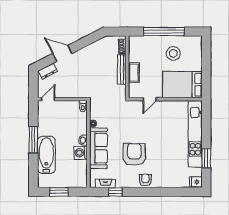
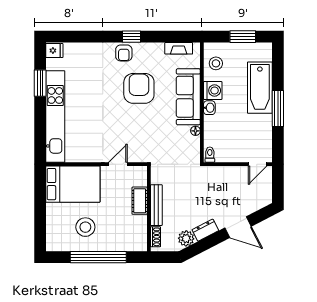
plant: (100, 45) -> (186, 238), added
dresser: (48, 71) -> (205, 230), moved
armchair: (134, 154) -> (139, 88), turned 180
stool: (78, 172) -> (216, 63), added
window: (115, 192) -> (132, 37), moved

